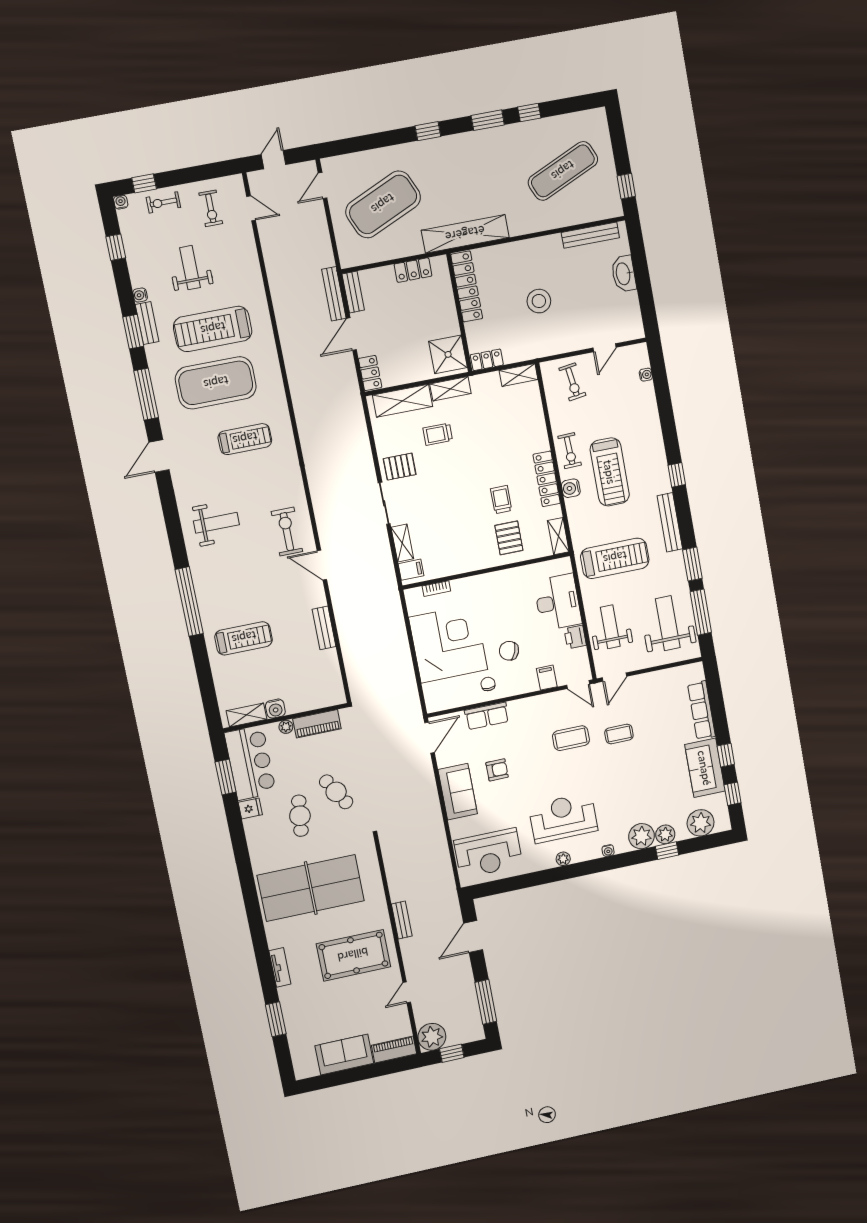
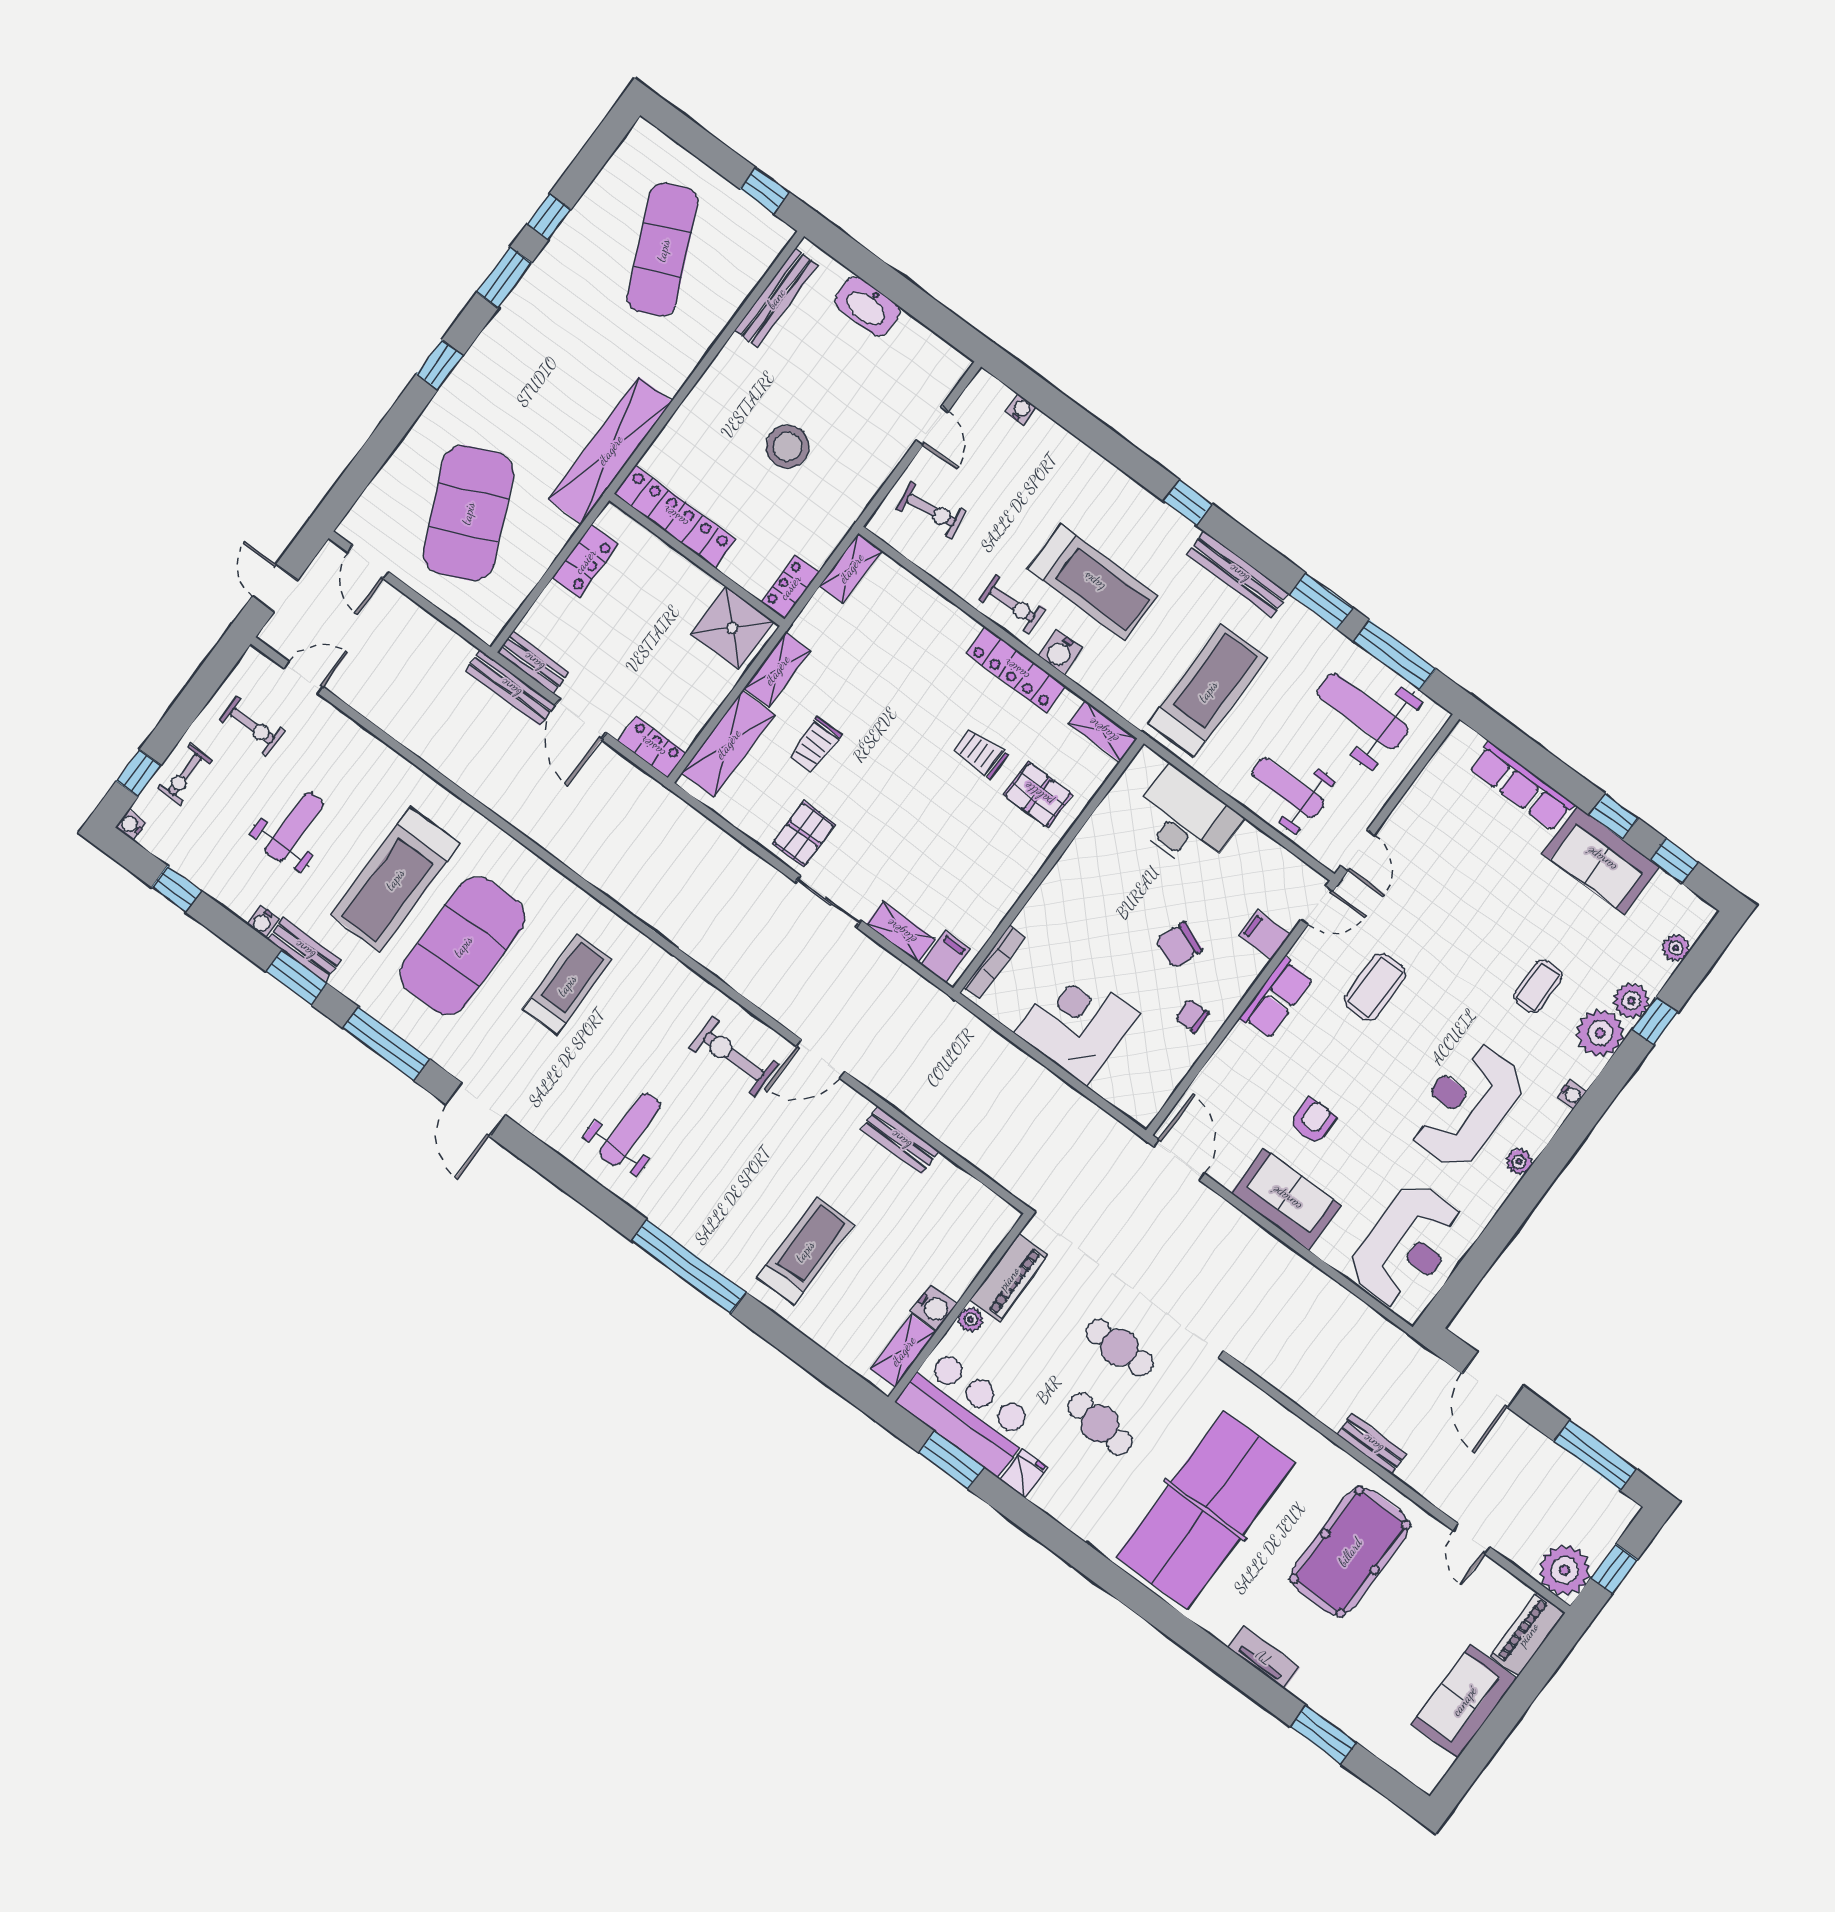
weight bench: (190, 268) -> (294, 827), turned 90
bookcase: (436, 589) -> (994, 962), width x1.56
printer: (575, 637) -> (1252, 845), removed
corner desk: (448, 644) -> (1077, 1023), width x0.74, depth x0.74
row of seats: (487, 716) -> (1276, 998), moved
coffee table: (619, 734) -> (1538, 986), moved
cafe table: (336, 792) -> (1119, 1347), turned 31
plant: (701, 823) -> (1676, 948), width x0.53, depth x0.53

